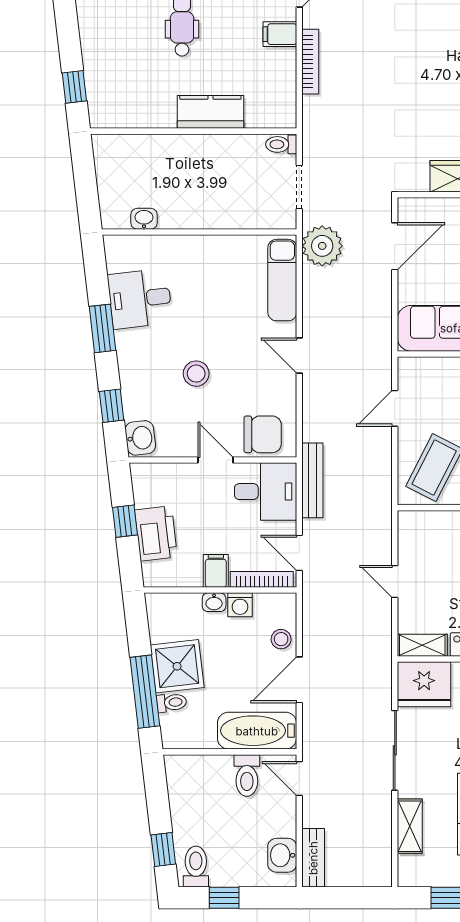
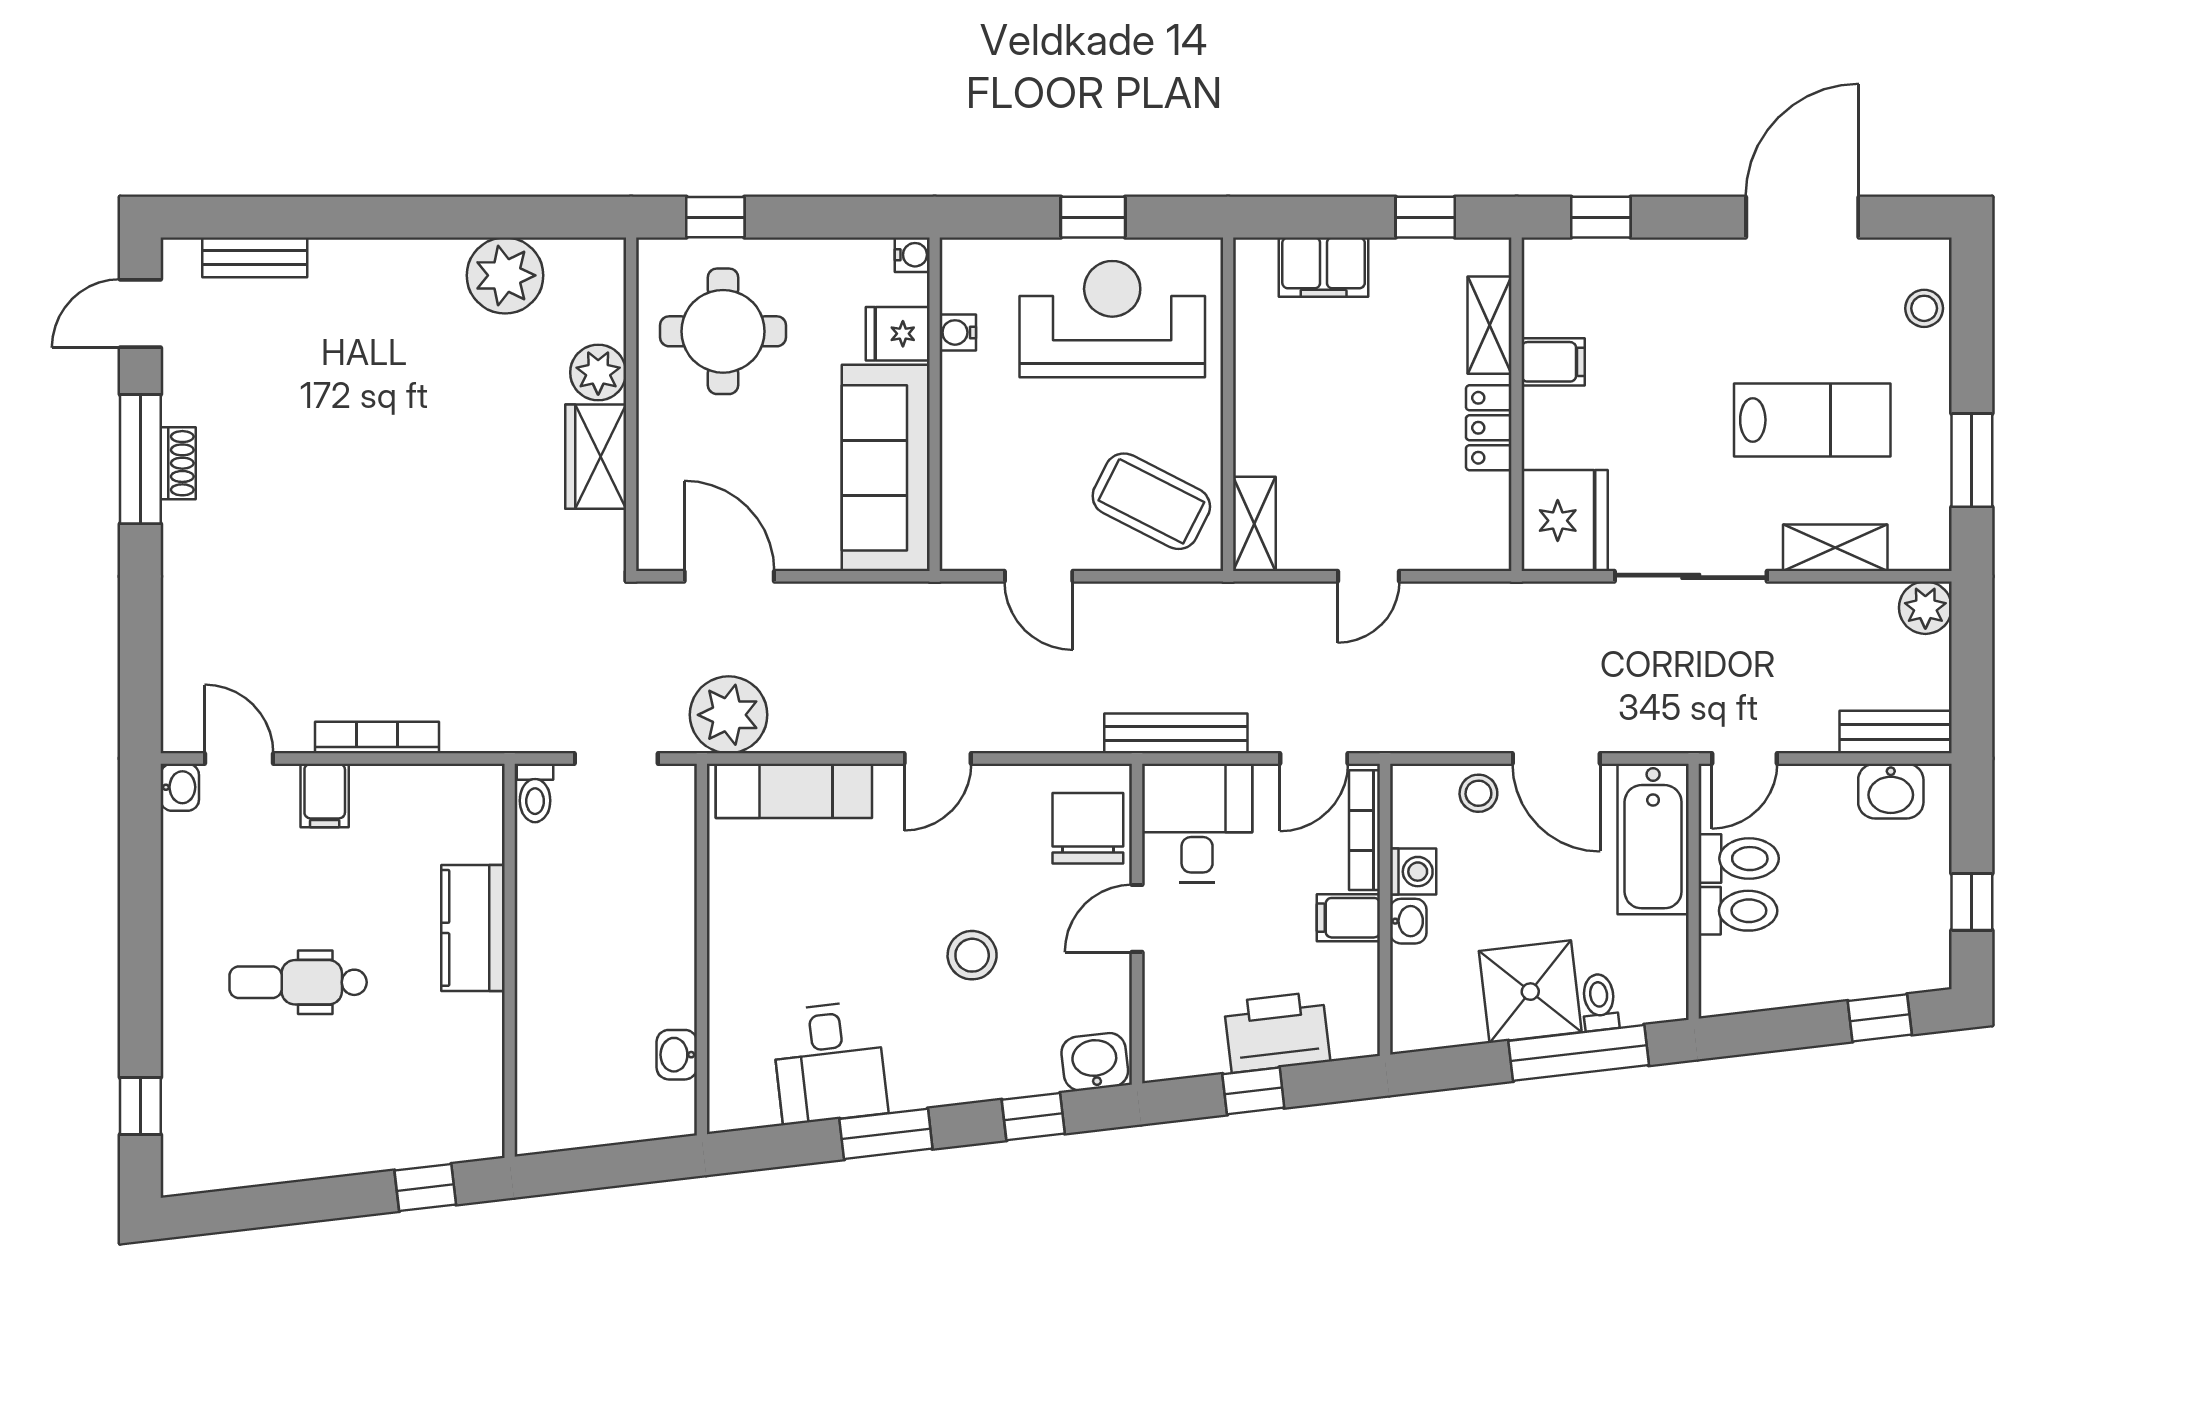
shelving: (422, 645) -> (1254, 524), moved
toilet: (196, 867) -> (1738, 911), moved, turned 180
plant: (378, 873) -> (1925, 608), added

